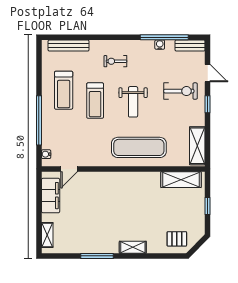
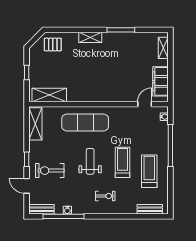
bench: (69, 46) -> (150, 209), width x0.73

